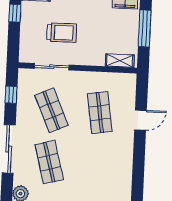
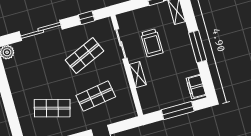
shelving: (120, 61) -> (138, 75), moved
shop shelf: (49, 162) -> (52, 108), moved, turned 30

